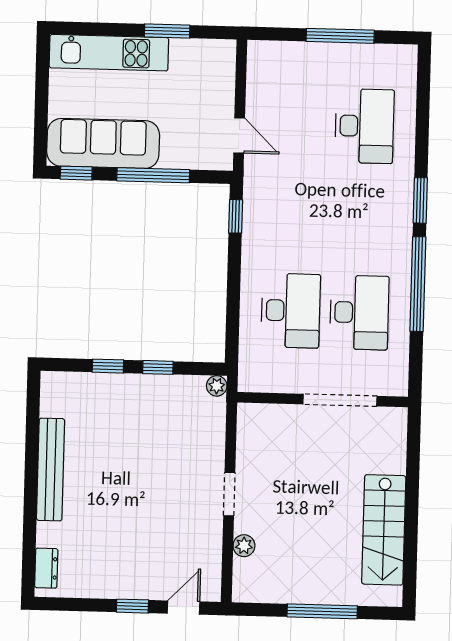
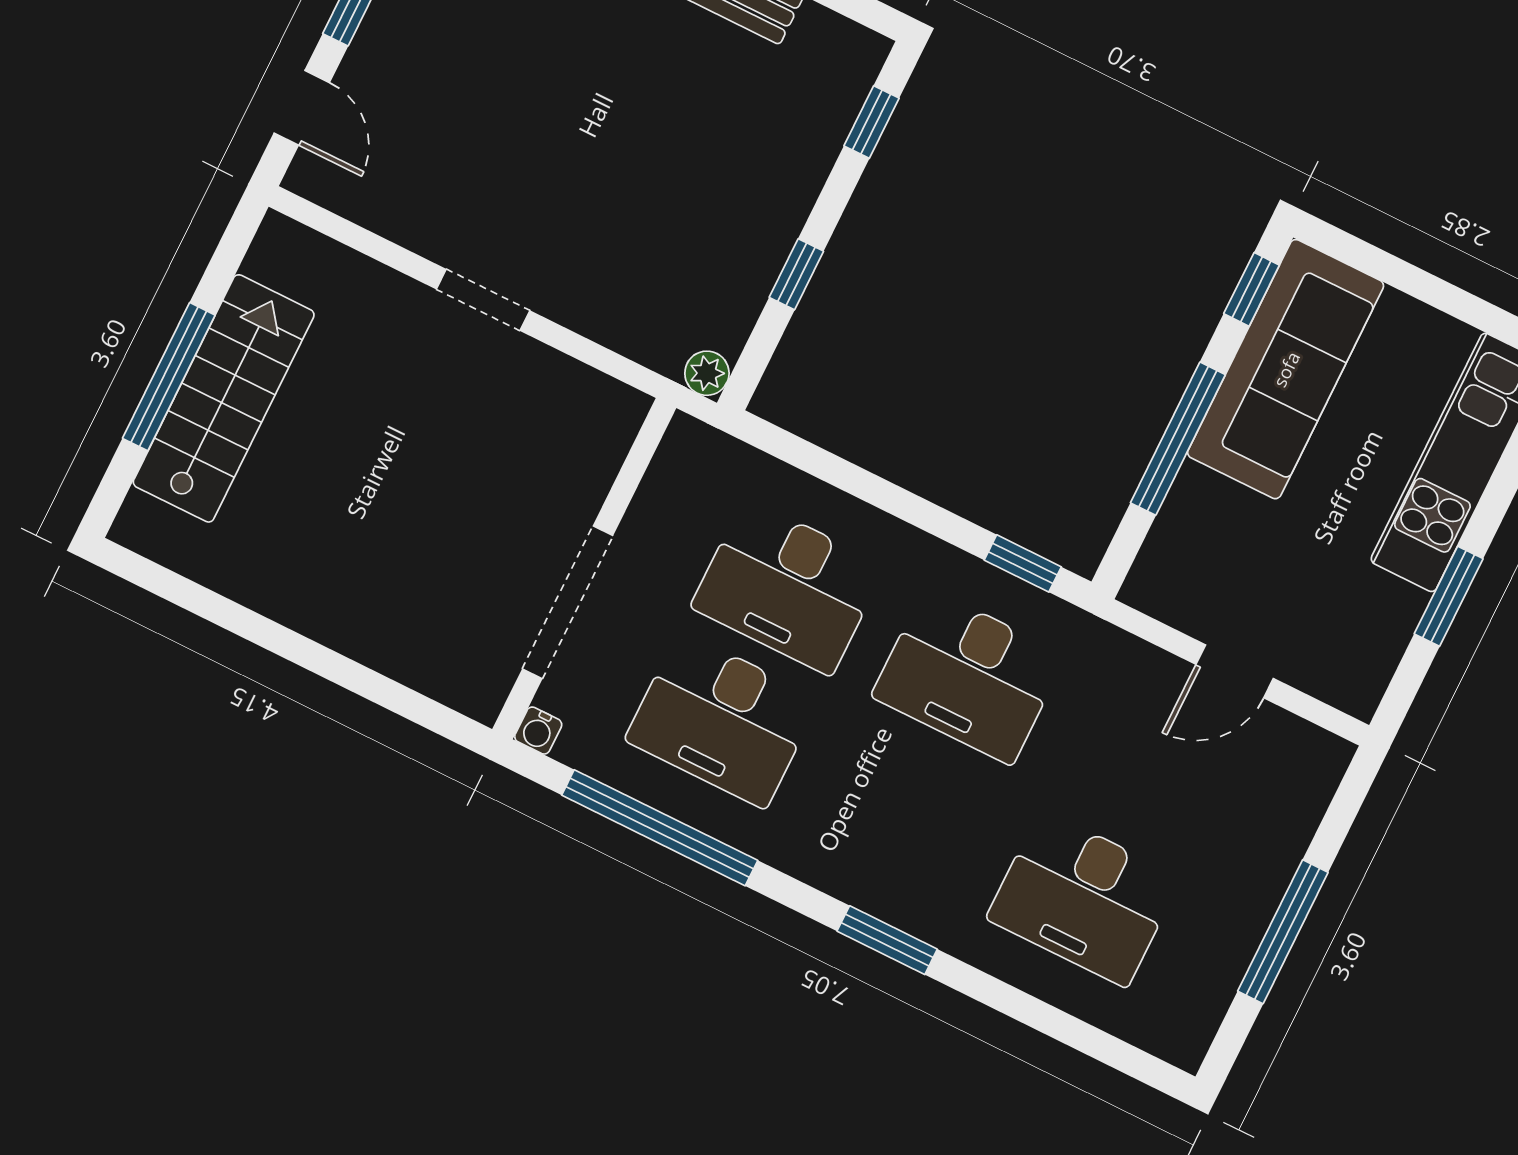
door: (239, 136) -> (1235, 671), moved
desk: (293, 217) -> (969, 676), added
window: (418, 284) -> (660, 828), moved
window: (108, 366) -> (872, 122), moved
water cooler: (400, 388) -> (538, 731), added
stairs: (384, 530) -> (224, 398), moved, turned 90
plant: (244, 546) -> (369, 282), removed

